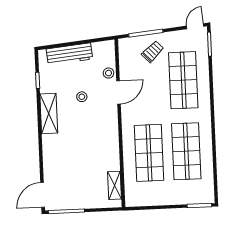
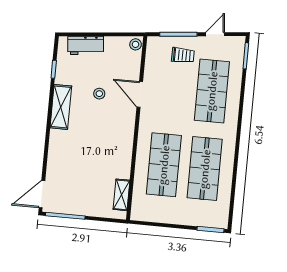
door: (195, 26) -> (215, 34), moved
trolley: (153, 52) -> (183, 55), turned 43
workbench: (69, 54) -> (86, 45), width x0.73
stool: (109, 73) -> (136, 44), moved
door: (118, 92) -> (140, 94), swing flipped

